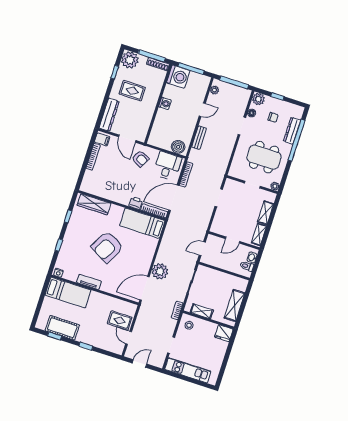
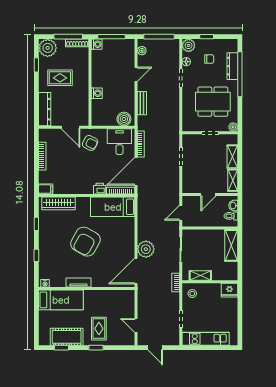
washing machine: (178, 77) -> (97, 44), width x0.53, depth x0.53
washing machine: (165, 103) -> (97, 93), moved
filing cabinet: (102, 139) -> (46, 189), moved
shelving: (234, 306) -> (231, 245), moved
rug: (120, 320) -> (99, 329), moved, turned 90
door: (139, 364) -> (155, 348), swing flipped

